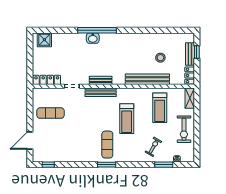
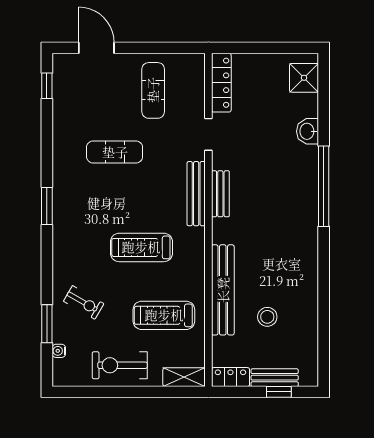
washbasin: (93, 38) -> (308, 131), moved
exercise mat: (107, 145) -> (115, 152), moved

